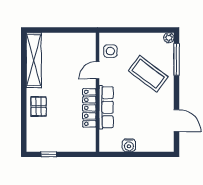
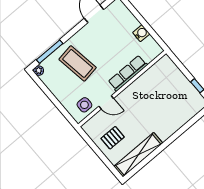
coffee table: (148, 74) -> (78, 63), turned -46
pallet: (39, 106) -> (113, 138), moved
locker: (89, 108) -> (139, 85), removed

